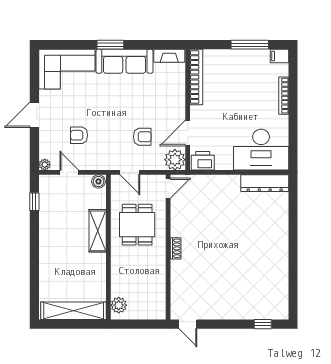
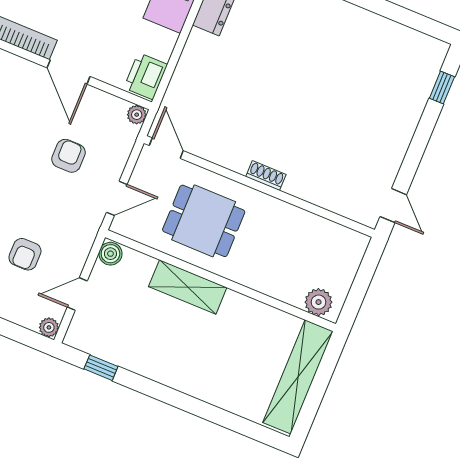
door: (188, 133) -> (69, 72), moved
plant: (175, 160) -> (137, 115), width x0.53, depth x0.53
door: (188, 324) -> (393, 206), hinge flipped

